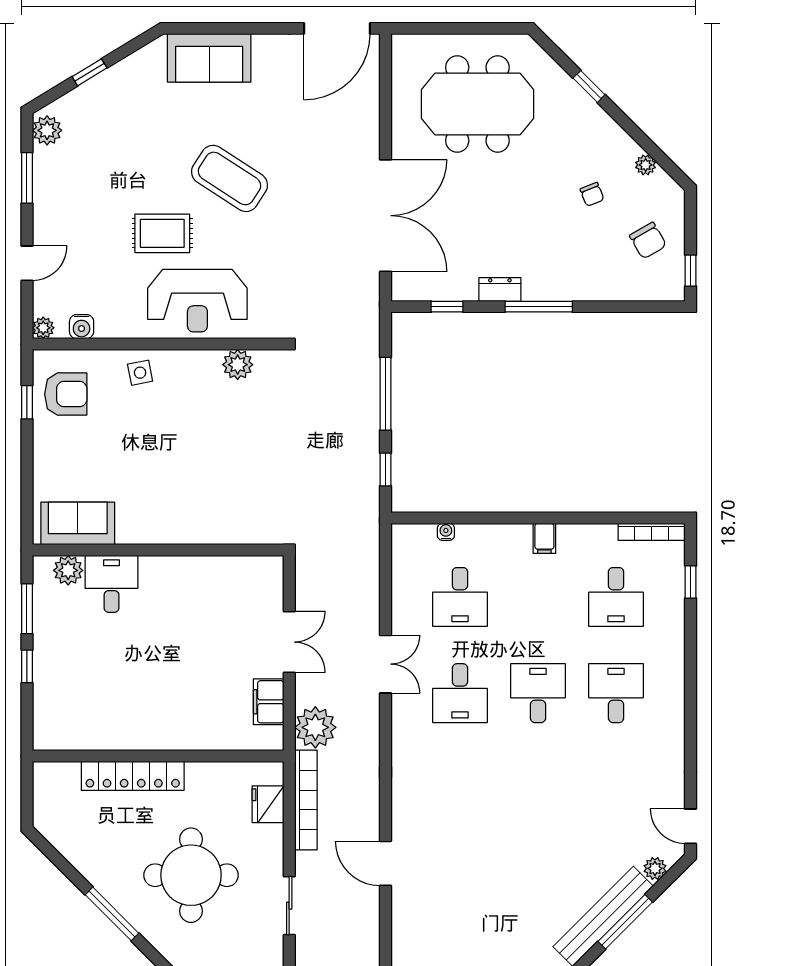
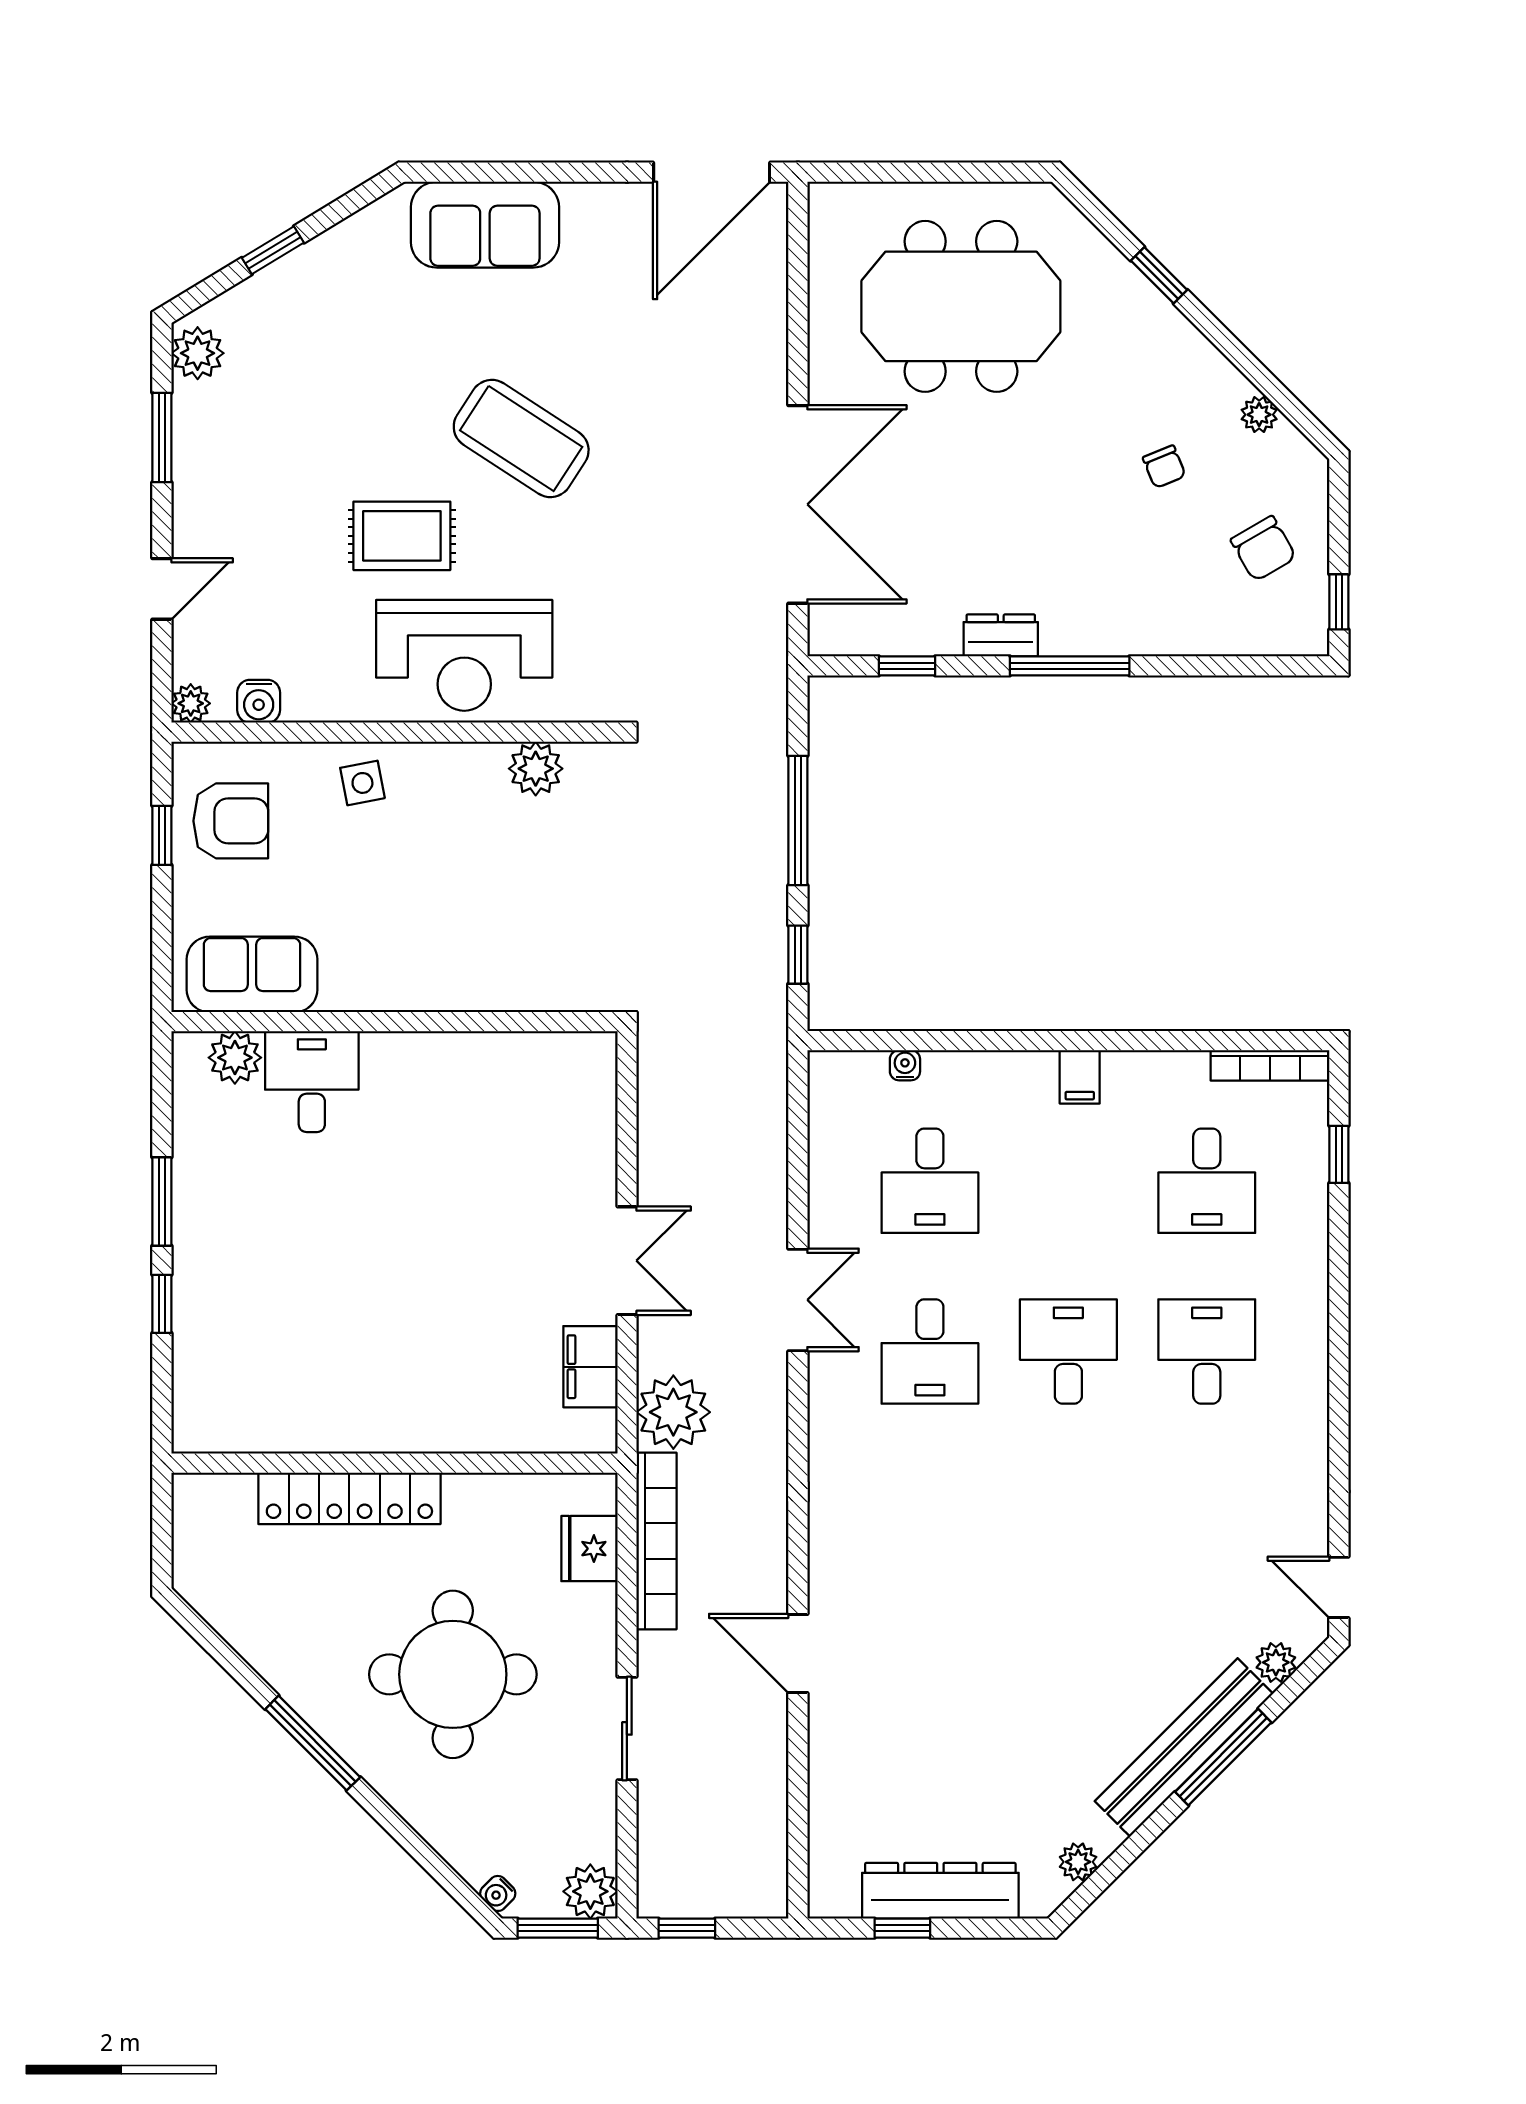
sofa: (78, 523) -> (252, 974), moved
wall: (158, 550) -> (394, 1022), moved
plant: (68, 570) -> (235, 1058), moved
desk: (111, 584) -> (312, 1082), moved

